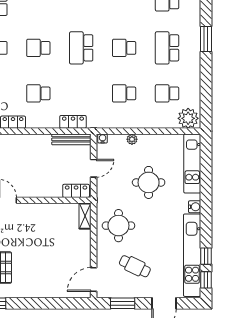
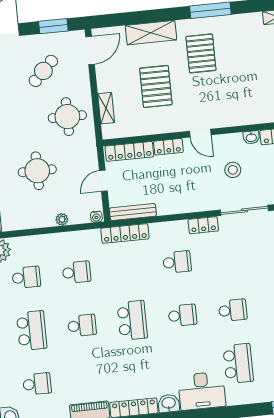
locker: (73, 122) -> (125, 234), width x1.53
locker: (36, 191) -> (168, 147), added
locker: (76, 191) -> (129, 151), width x1.53
shelving: (85, 216) -> (106, 108), moved
pallet: (41, 243) -> (156, 86), added
cafe table: (135, 266) -> (43, 71), turned -71
shelving: (41, 289) -> (151, 33), added

